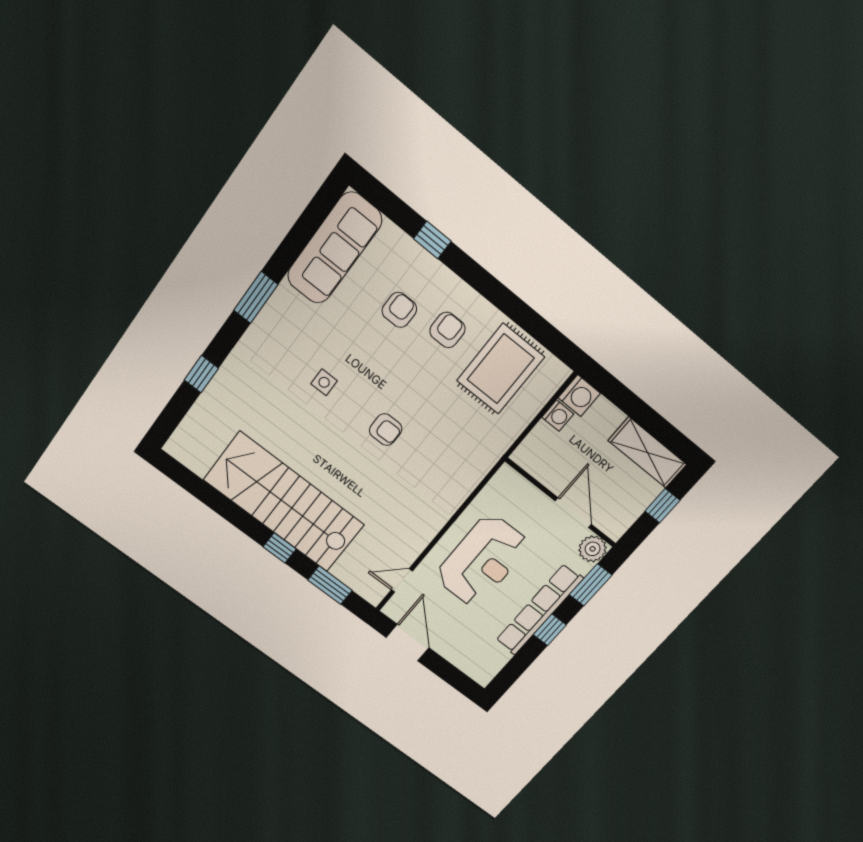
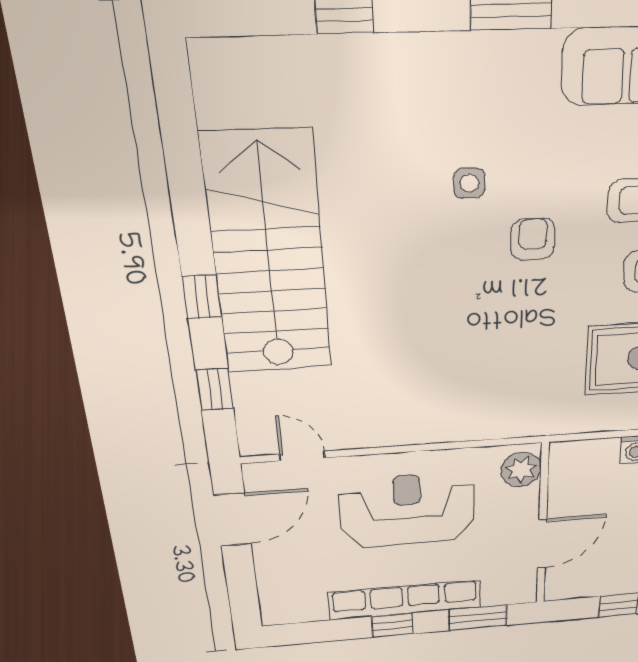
armchair: (386, 430) -> (533, 239), moved, turned 180
plant: (593, 549) -> (521, 470), moved
reception desk: (482, 561) -> (407, 510), turned 180
window: (330, 585) -> (215, 389), width x0.67

